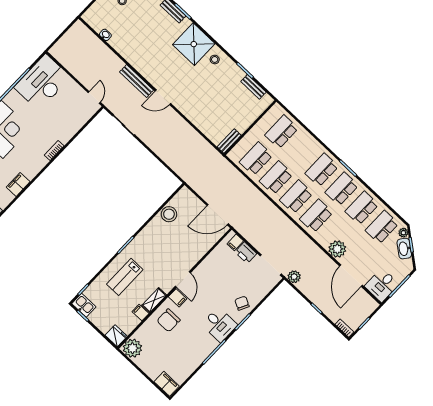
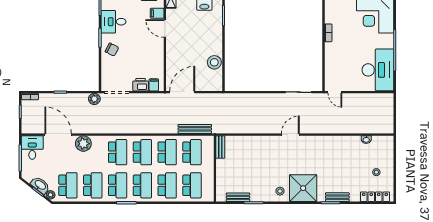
bench: (137, 81) -> (195, 129), moved
school desk: (302, 151) -> (167, 185), added

